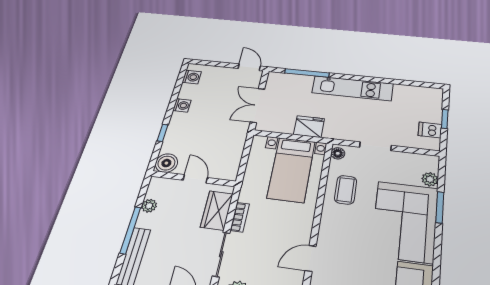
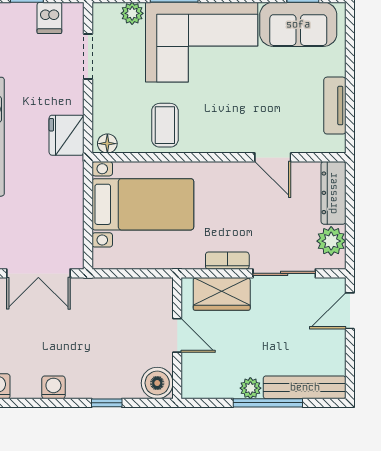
fridge: (309, 127) -> (67, 135), moved
doorway: (375, 146) -> (88, 57), moved
door: (195, 179) -> (177, 335), swing flipped
coffee table: (346, 190) -> (165, 125), turned 90
plant: (149, 206) -> (250, 388), moved

